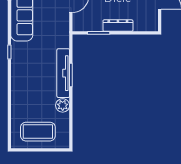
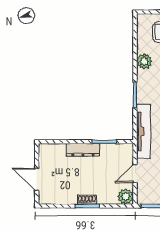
tv unit: (63, 73) -> (144, 131), moved

